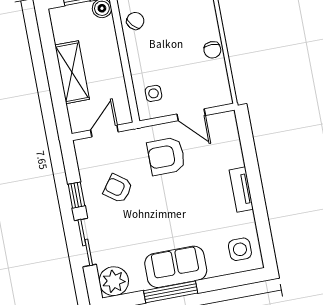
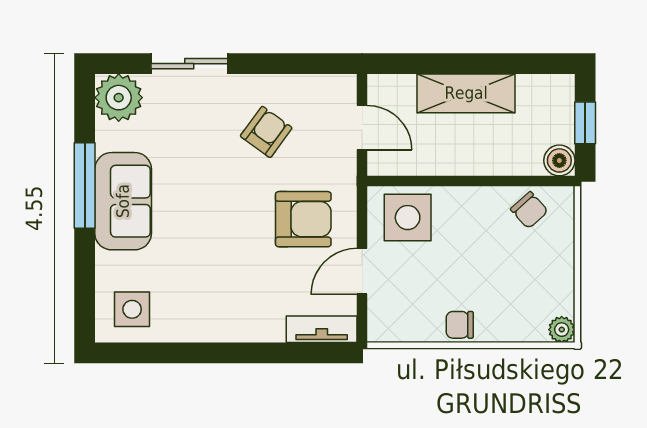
side table: (153, 93) -> (408, 218), width x1.87, depth x1.87
armchair: (166, 156) -> (303, 219), turned 90
tv unit: (241, 190) -> (322, 329), moved
window: (76, 195) -> (268, 64), removed

